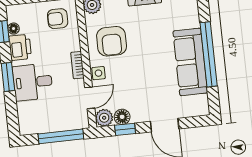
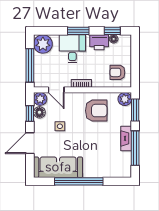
armchair: (58, 19) -> (117, 72), turned -90
armchair: (112, 41) -> (96, 111), turned 180
sofa: (190, 62) -> (58, 167), moved
side table: (98, 73) -> (60, 126), moved
plant: (30, 122) -> (43, 44), added

